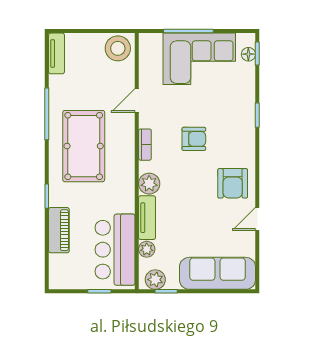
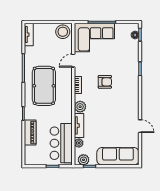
corner sofa: (199, 59) -> (94, 38), moved
armchair: (233, 183) -> (126, 107), removed
door: (257, 219) -> (140, 126), swing flipped

